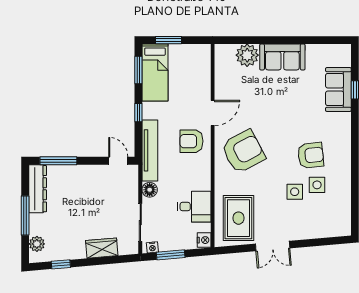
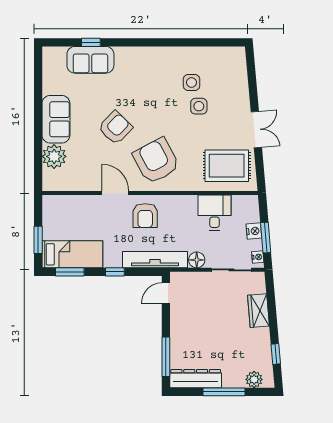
armchair: (311, 155) -> (115, 128), moved, turned 50
nightstand: (204, 240) -> (254, 231), moved, turned 85

